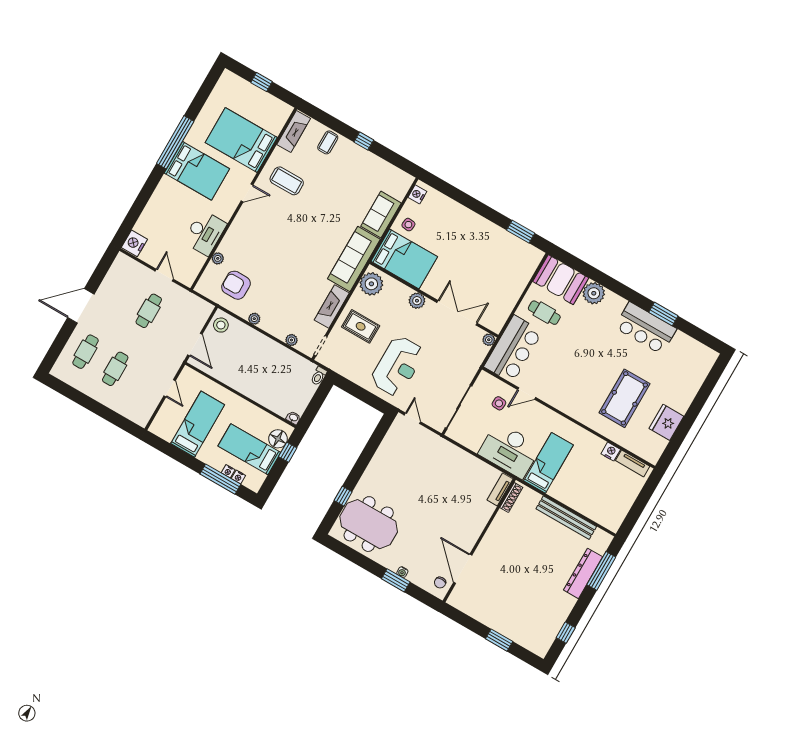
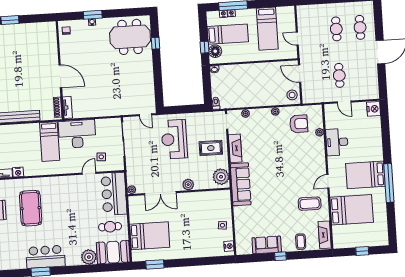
sofa: (381, 215) -> (267, 245), moved, turned -90
bed: (404, 259) -> (150, 236), moved, turned 180
door: (463, 569) -> (60, 76), moved

